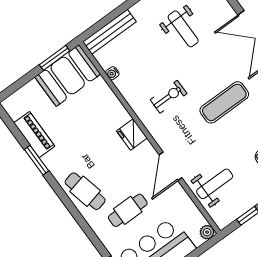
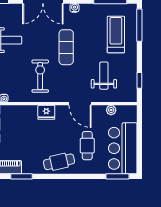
exercise bike: (169, 97) -> (40, 76), width x1.38, depth x1.39
weight bench: (215, 184) -> (104, 76), moved
plant: (207, 232) -> (111, 110), moved

